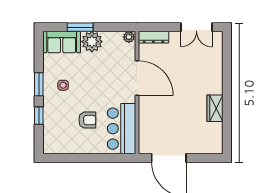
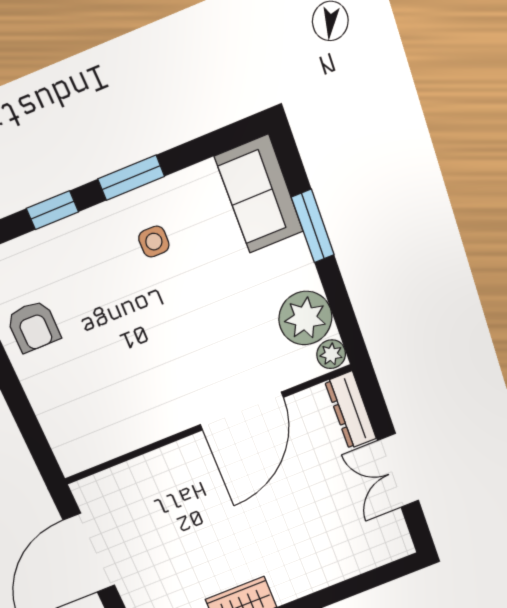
double door: (196, 27) -> (398, 471), moved
plant: (92, 42) -> (305, 318), moved
armchair: (87, 120) -> (33, 326), moved
bar counter: (121, 129) -> (109, 424), removed

